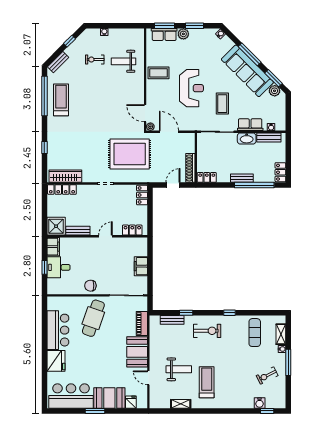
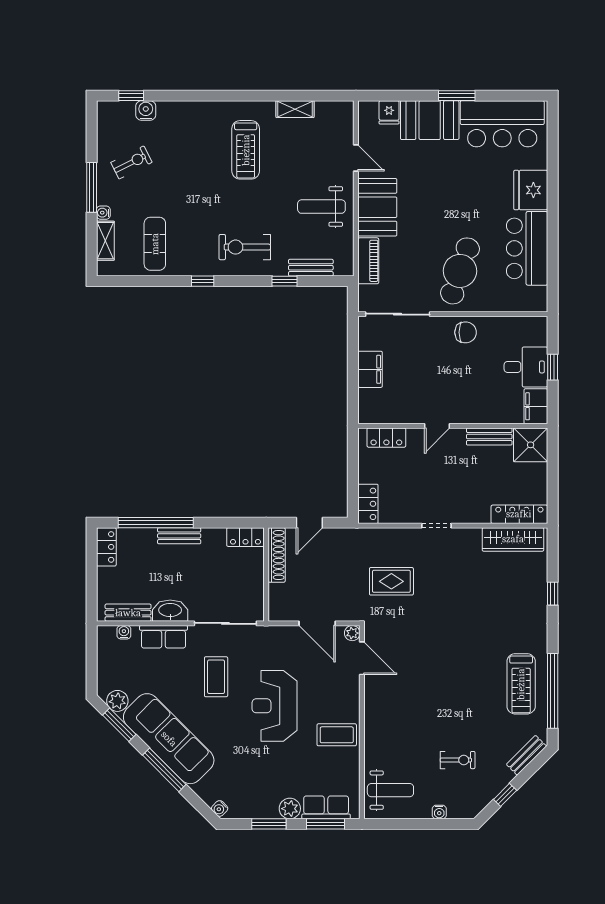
weight bench: (123, 61) -> (390, 790), moved
rug: (130, 154) -> (391, 581), width x0.54, depth x0.49
weight bench: (179, 369) -> (321, 207), moved

